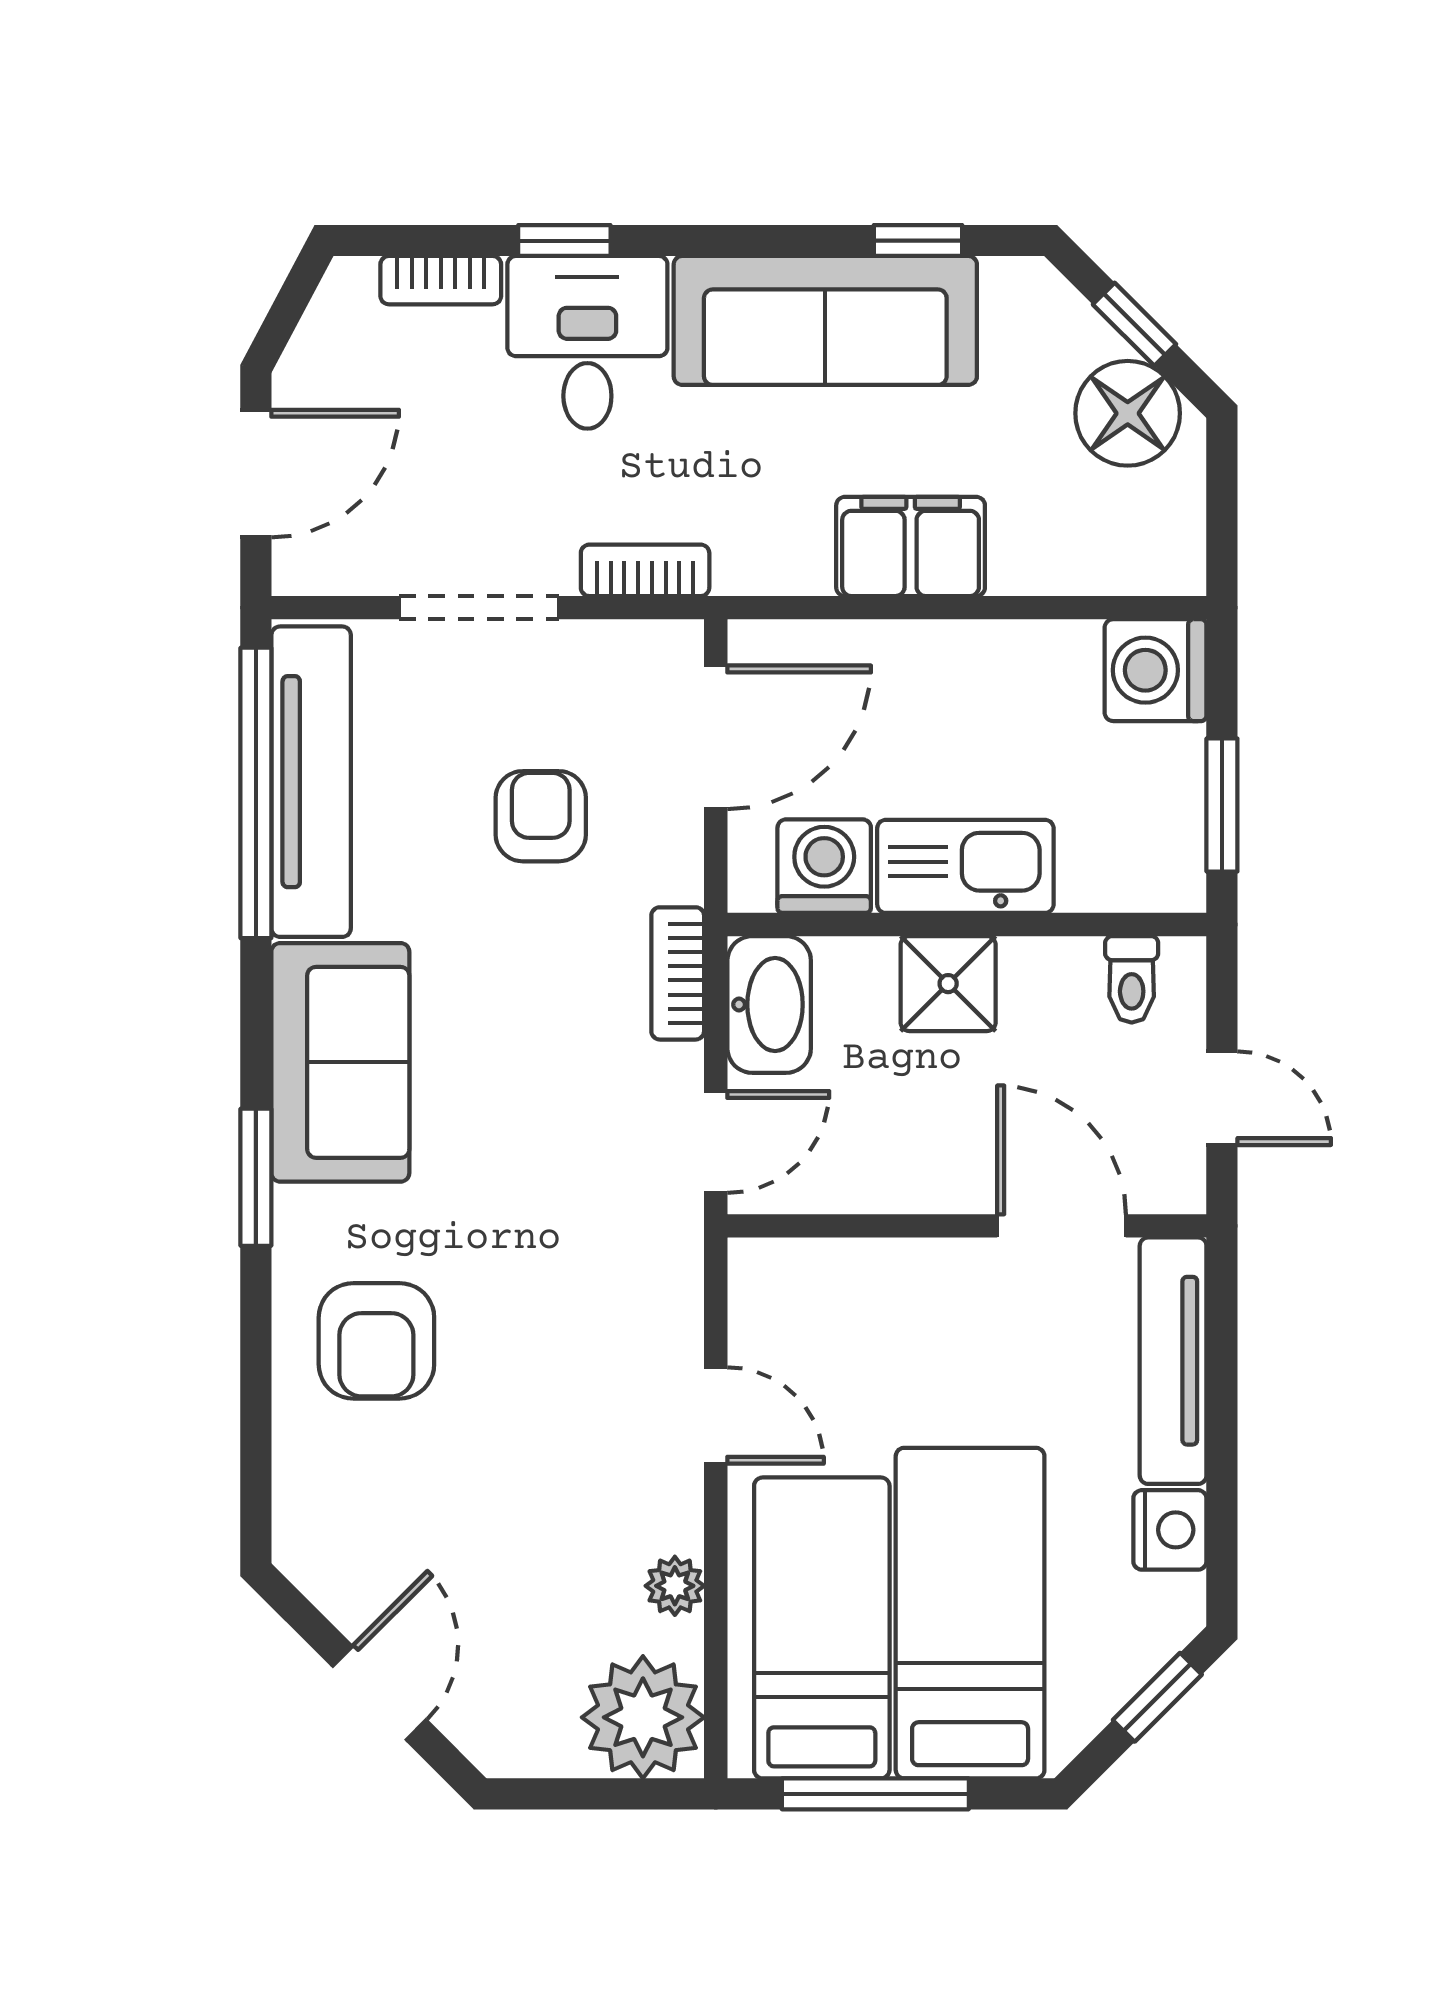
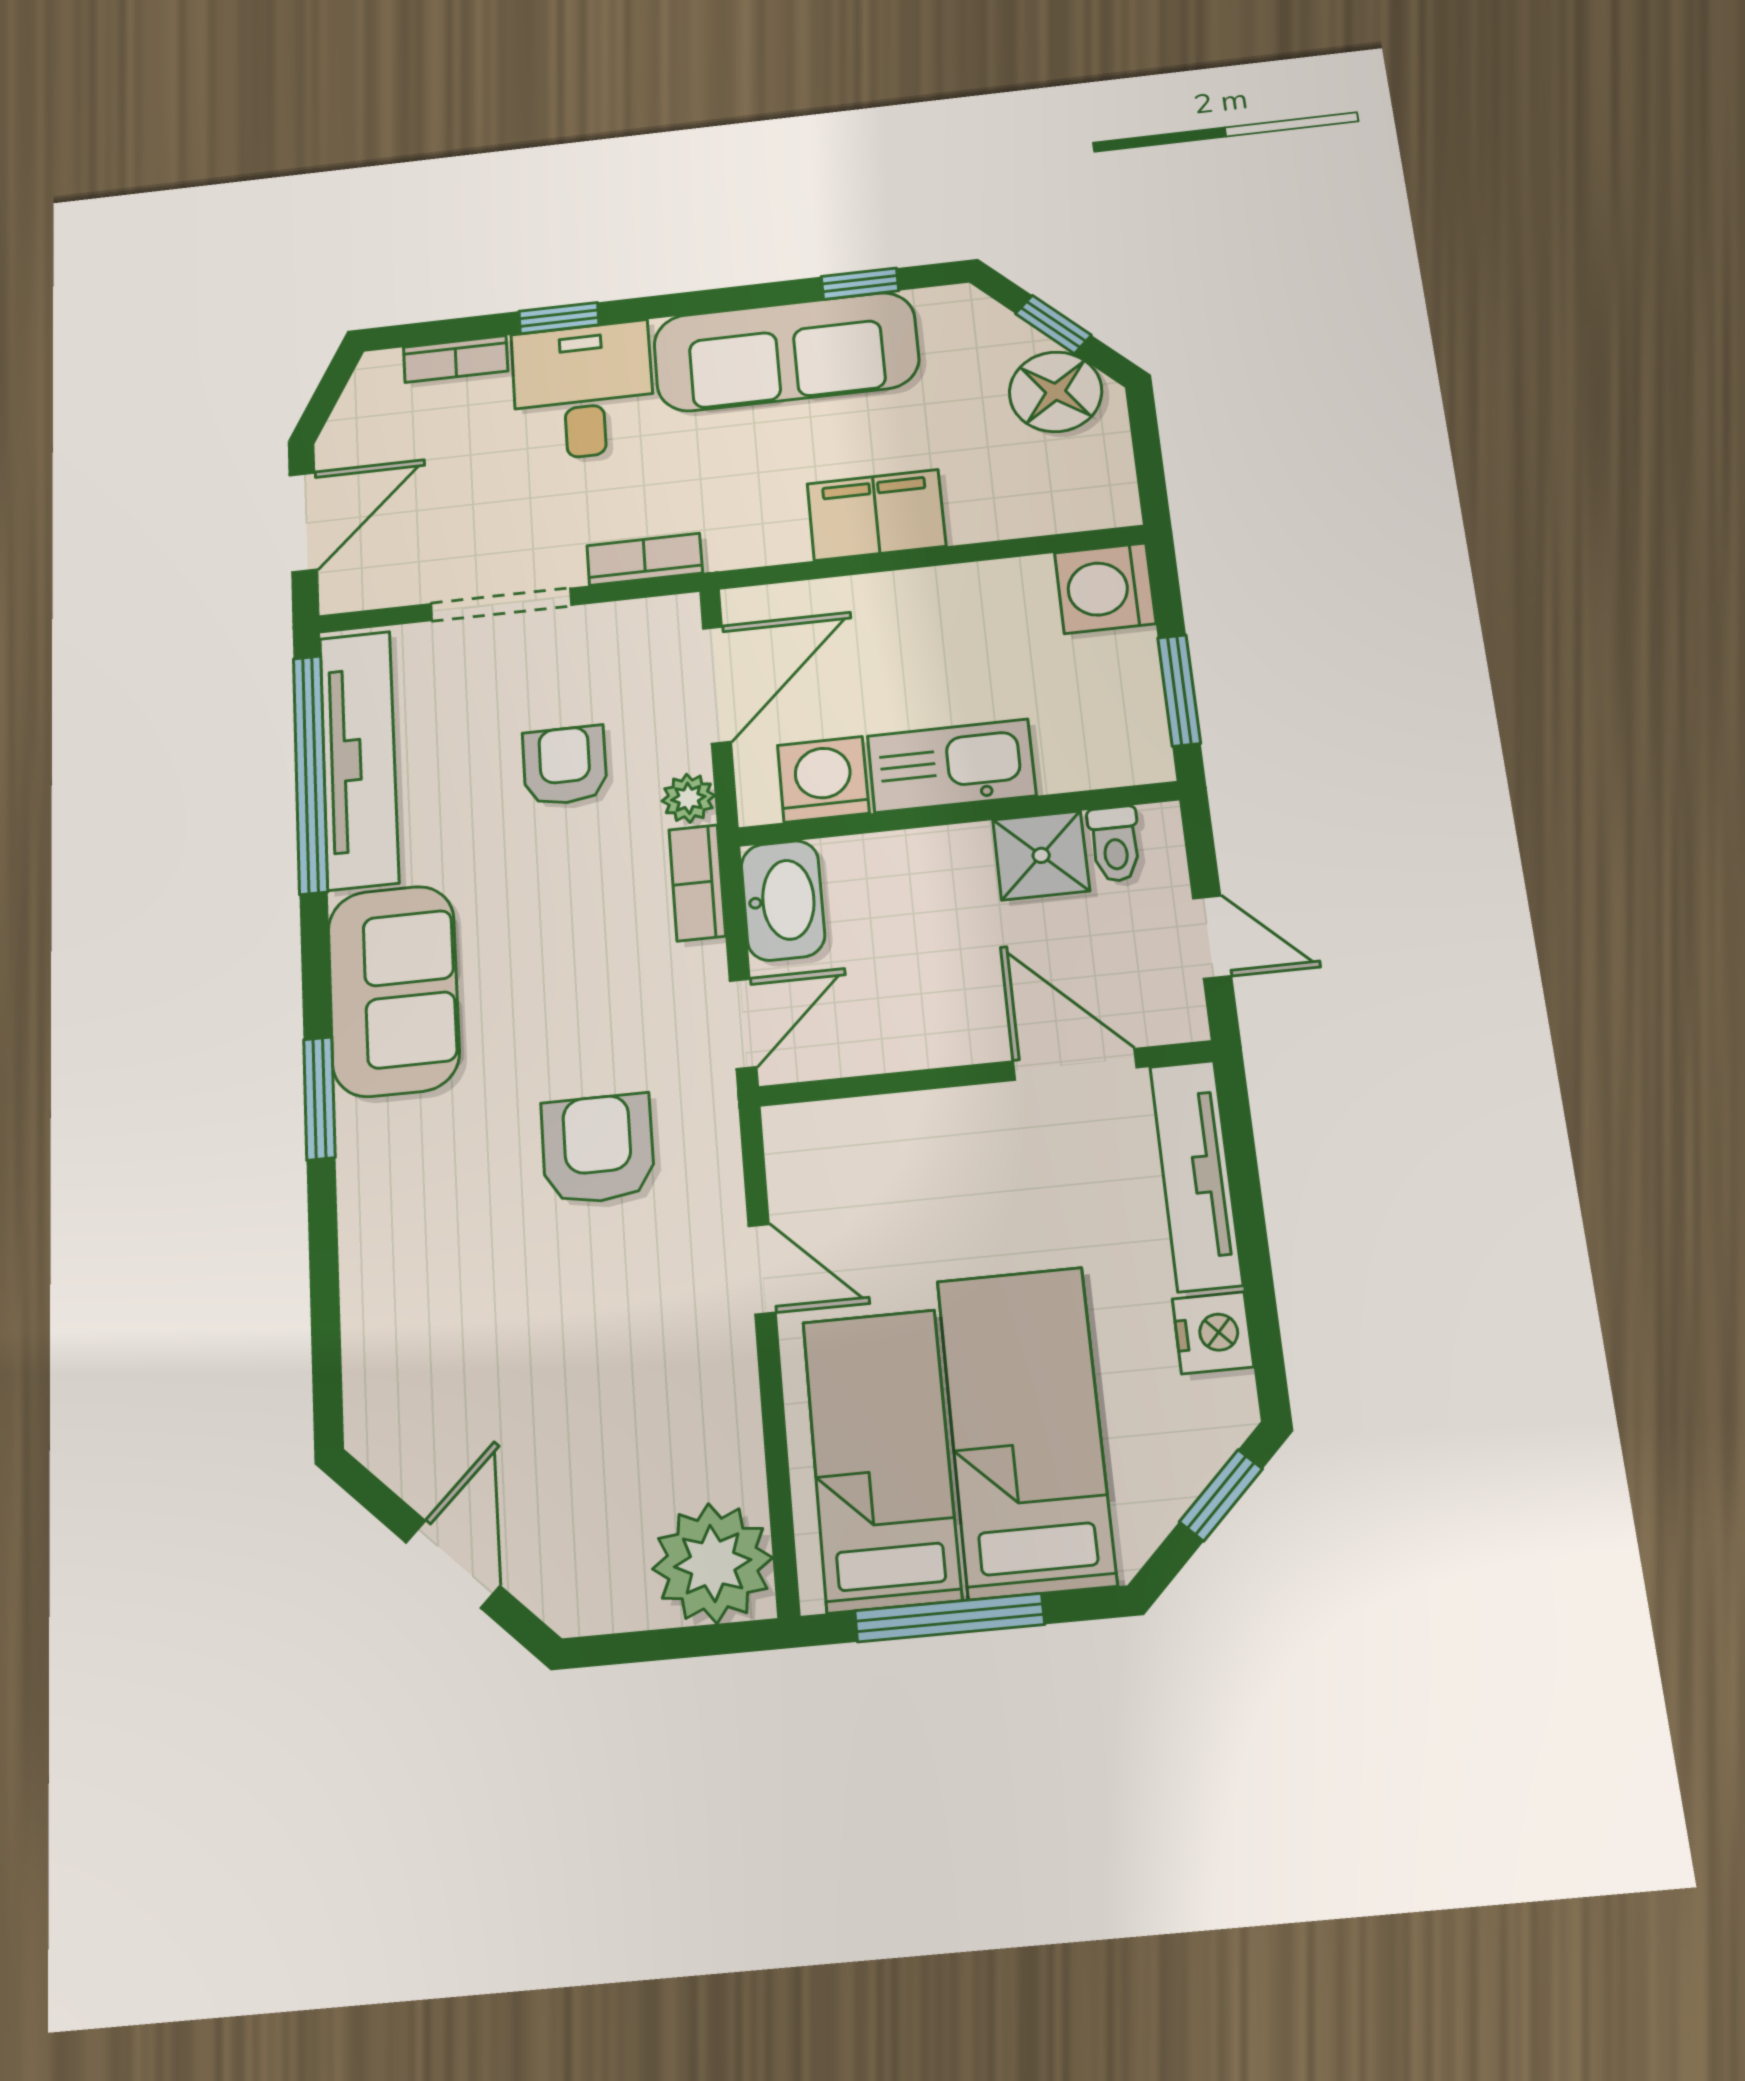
shower: (948, 984) -> (1041, 855), moved
armchair: (376, 1341) -> (598, 1149), moved, turned 180
plant: (675, 1586) -> (688, 798), moved

